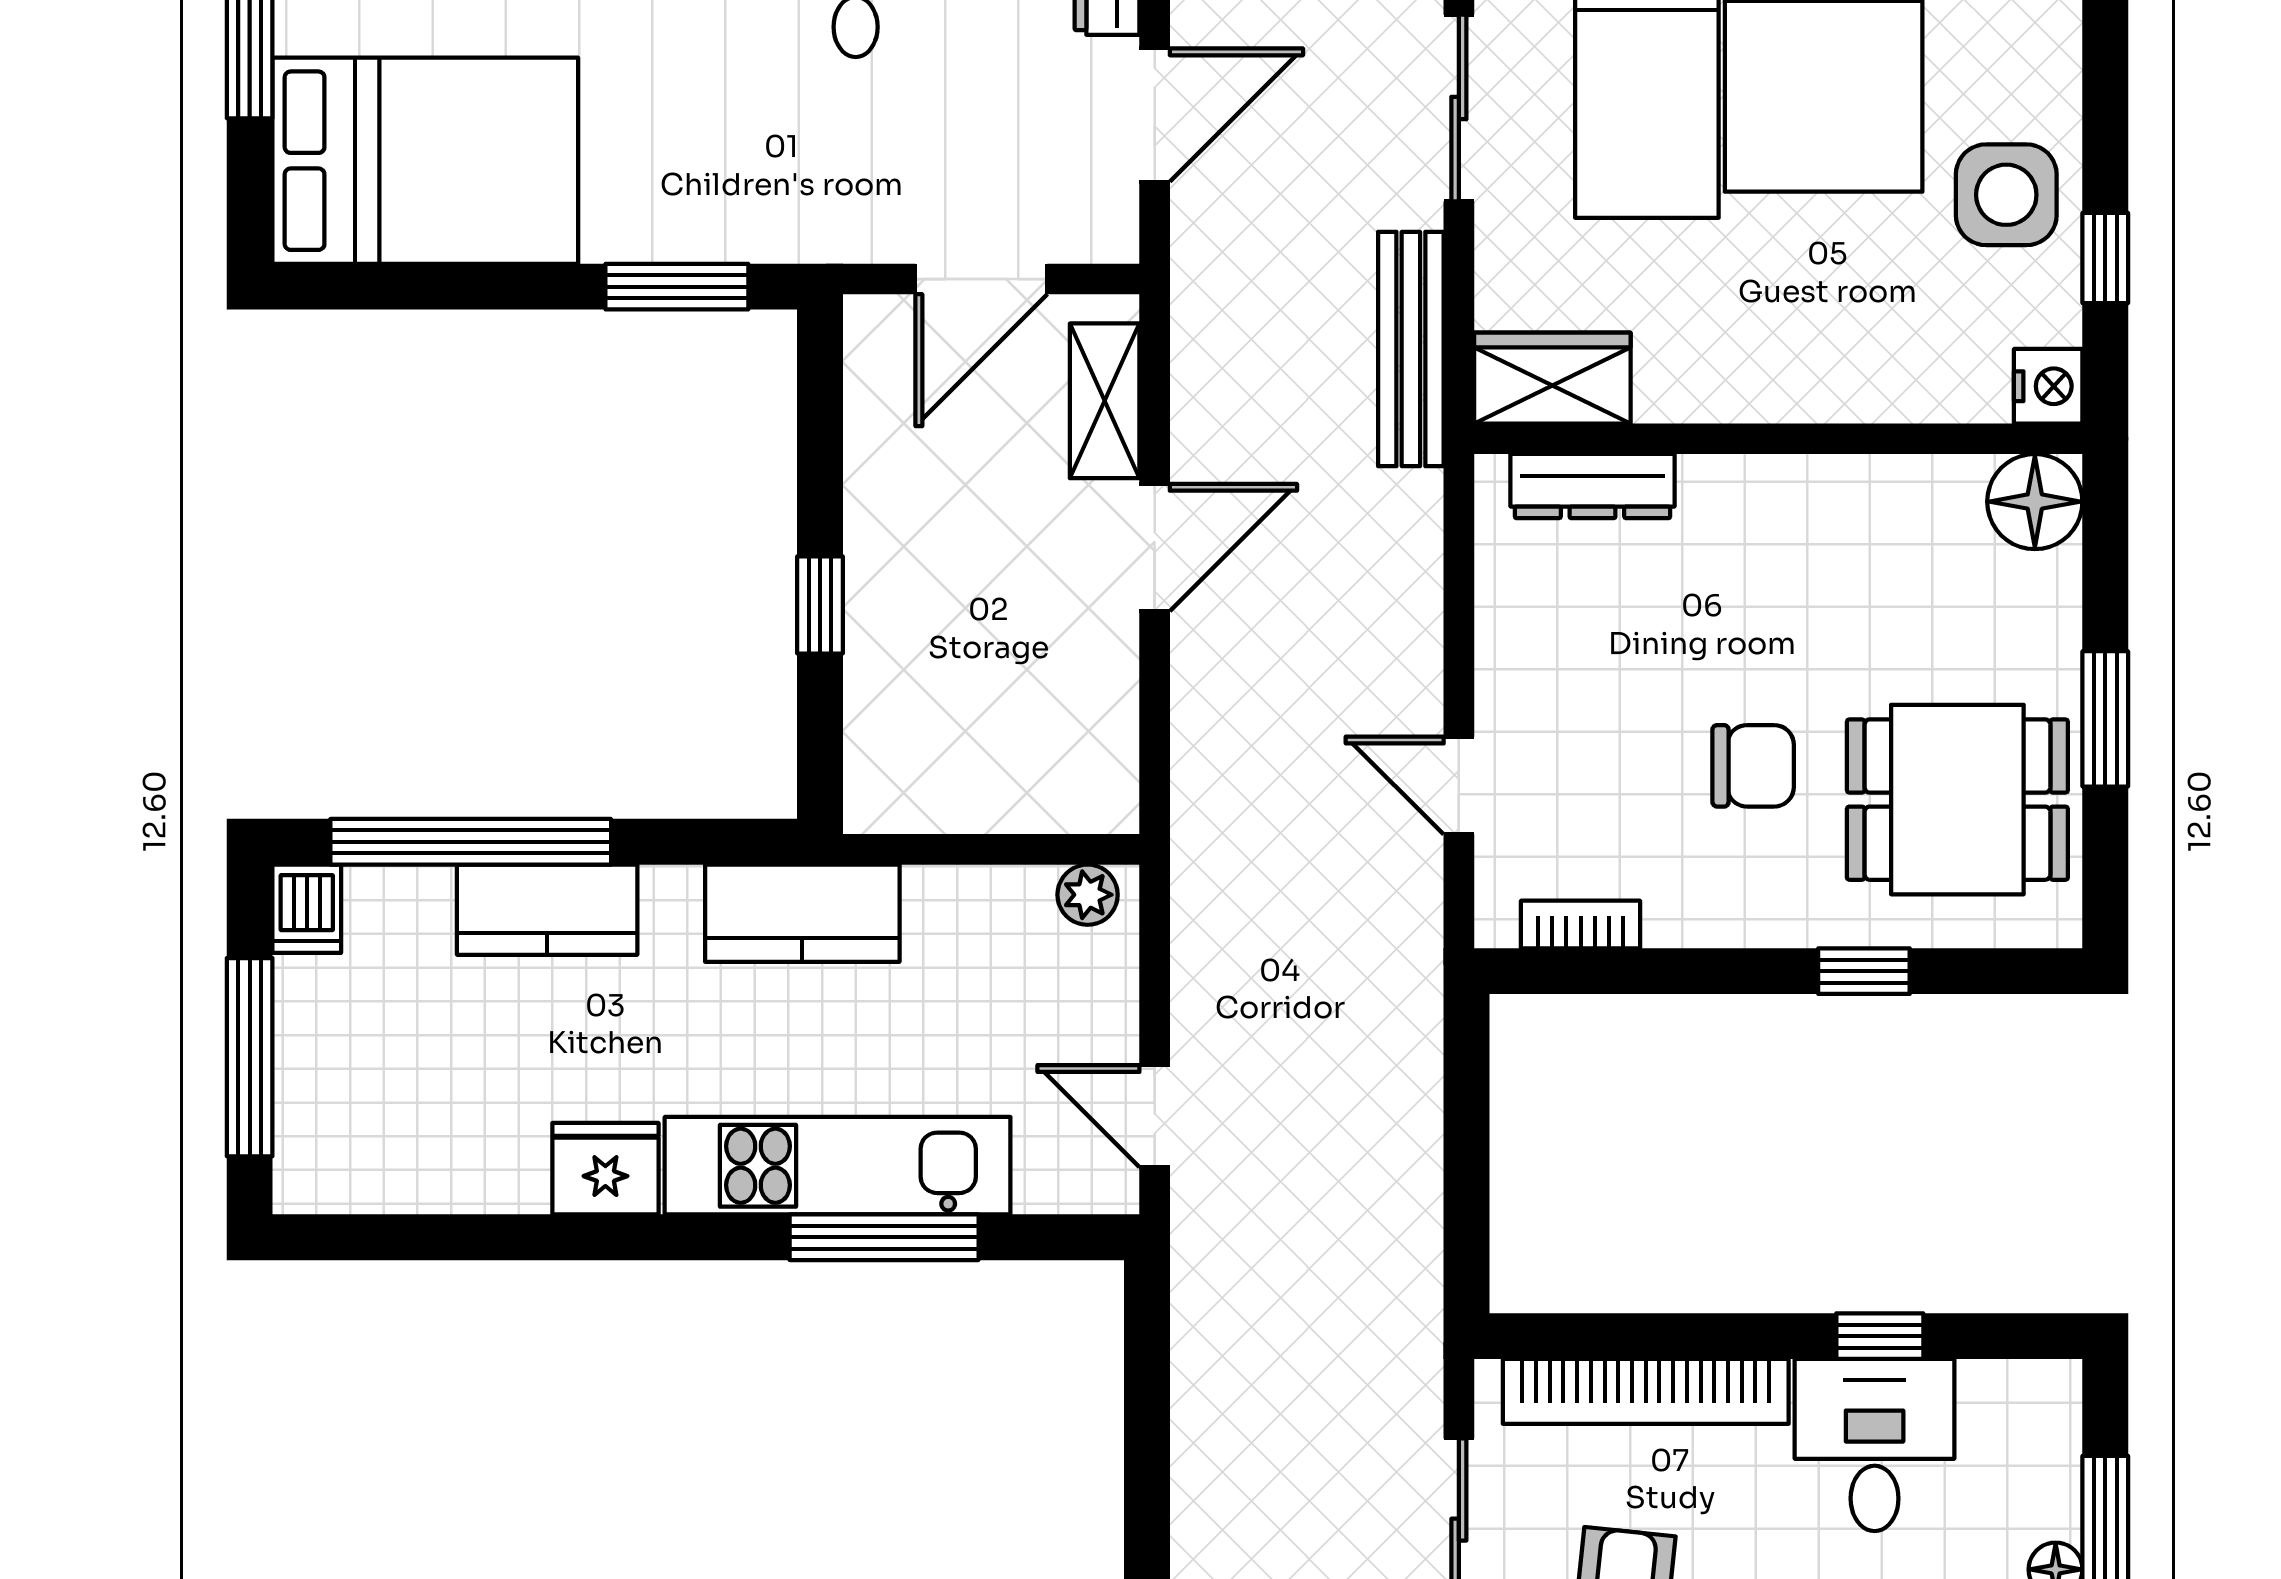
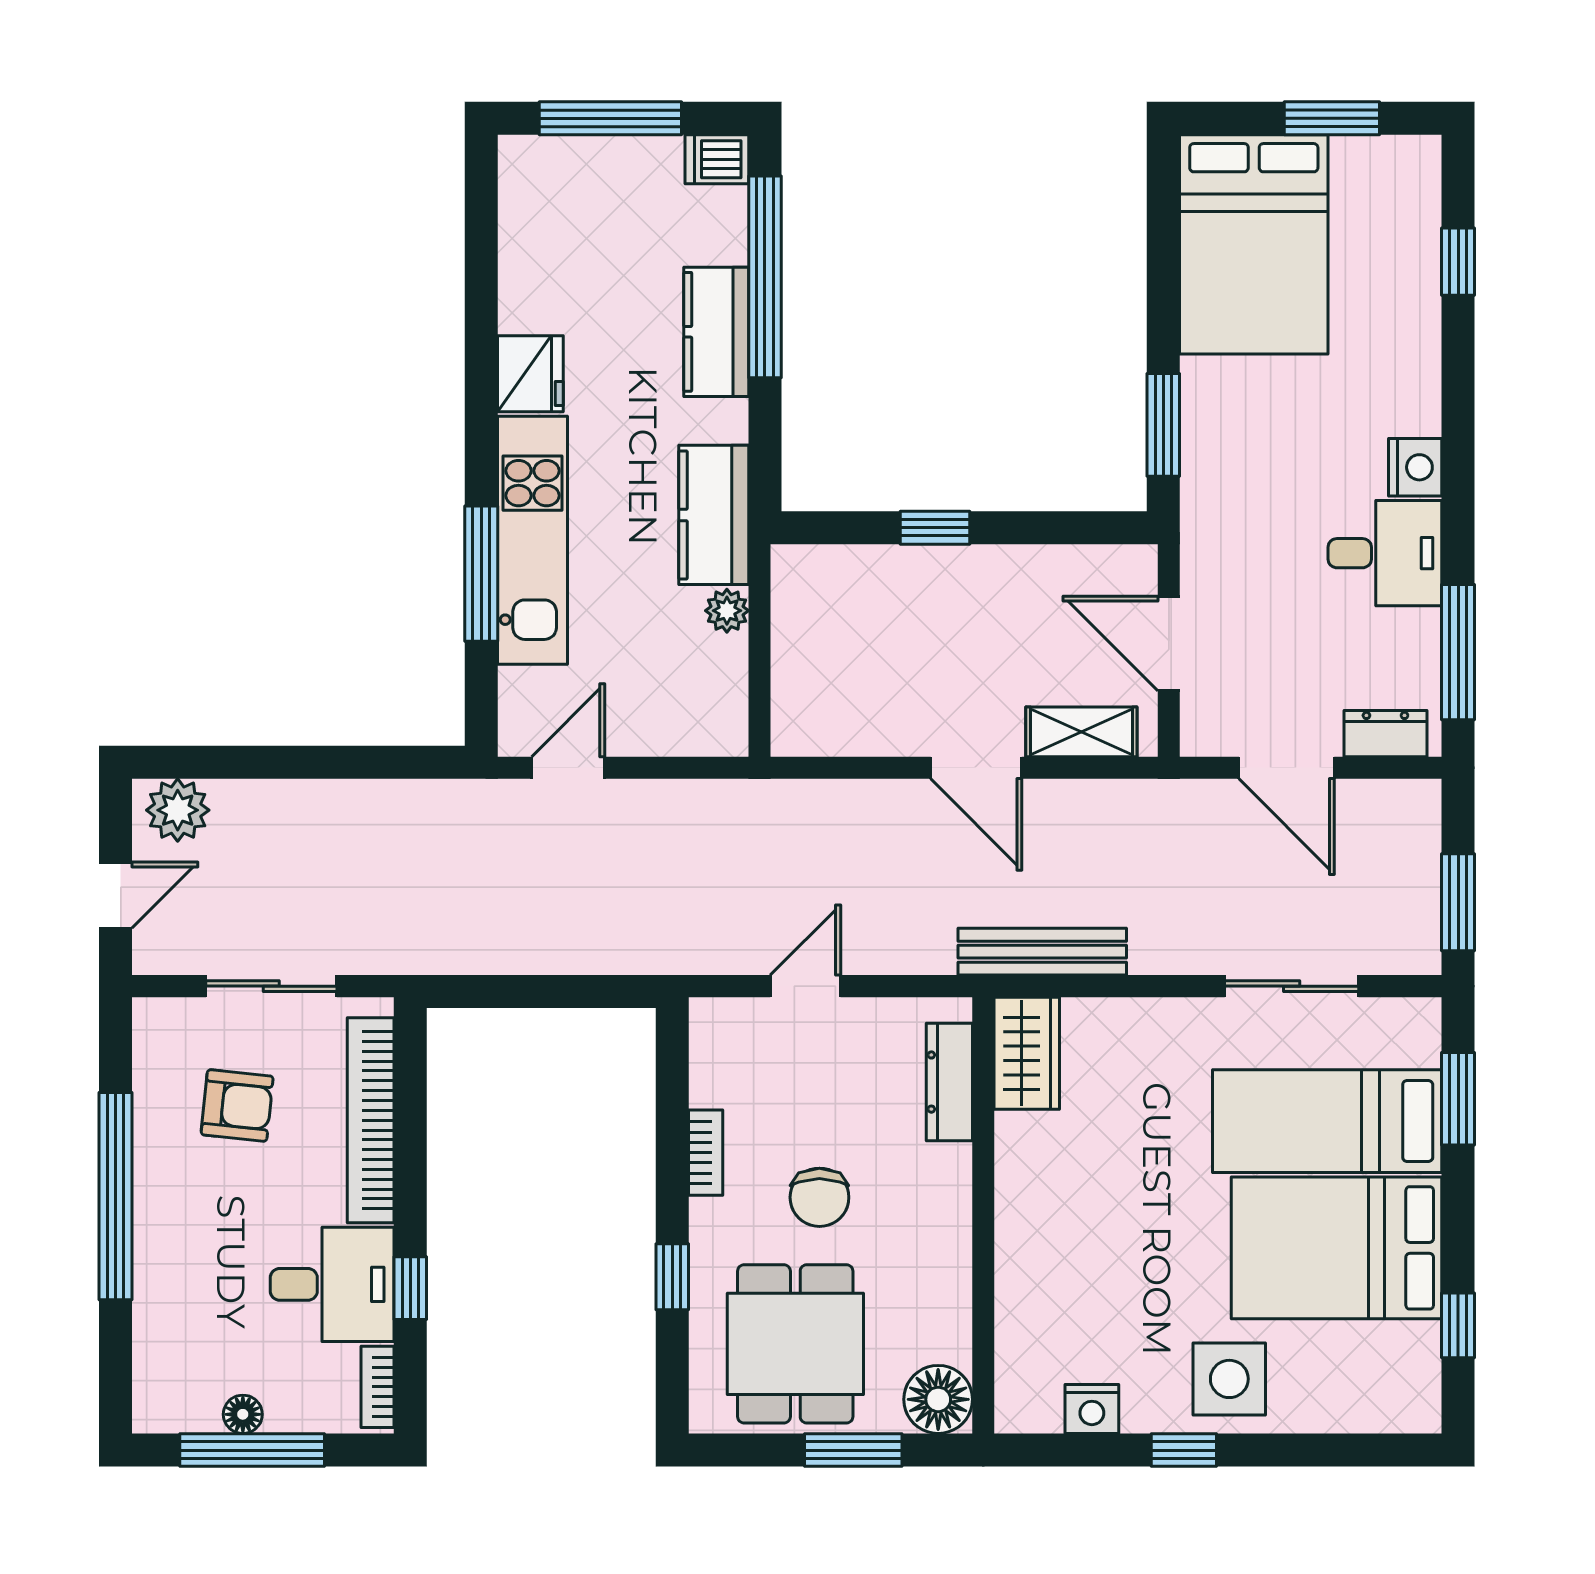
bench: (1411, 349) -> (1042, 952), moved
wardrobe: (1552, 378) -> (1027, 1053), moved
wall: (1778, 439) -> (983, 1215), moved
dresser: (1593, 486) -> (949, 1082), moved
floor lamp: (2035, 502) -> (938, 1399), moved
plant: (1088, 895) -> (727, 611), moved
bookcase: (1581, 924) -> (706, 1153), moved
bookcase: (2017, 1382) -> (378, 1387), added

